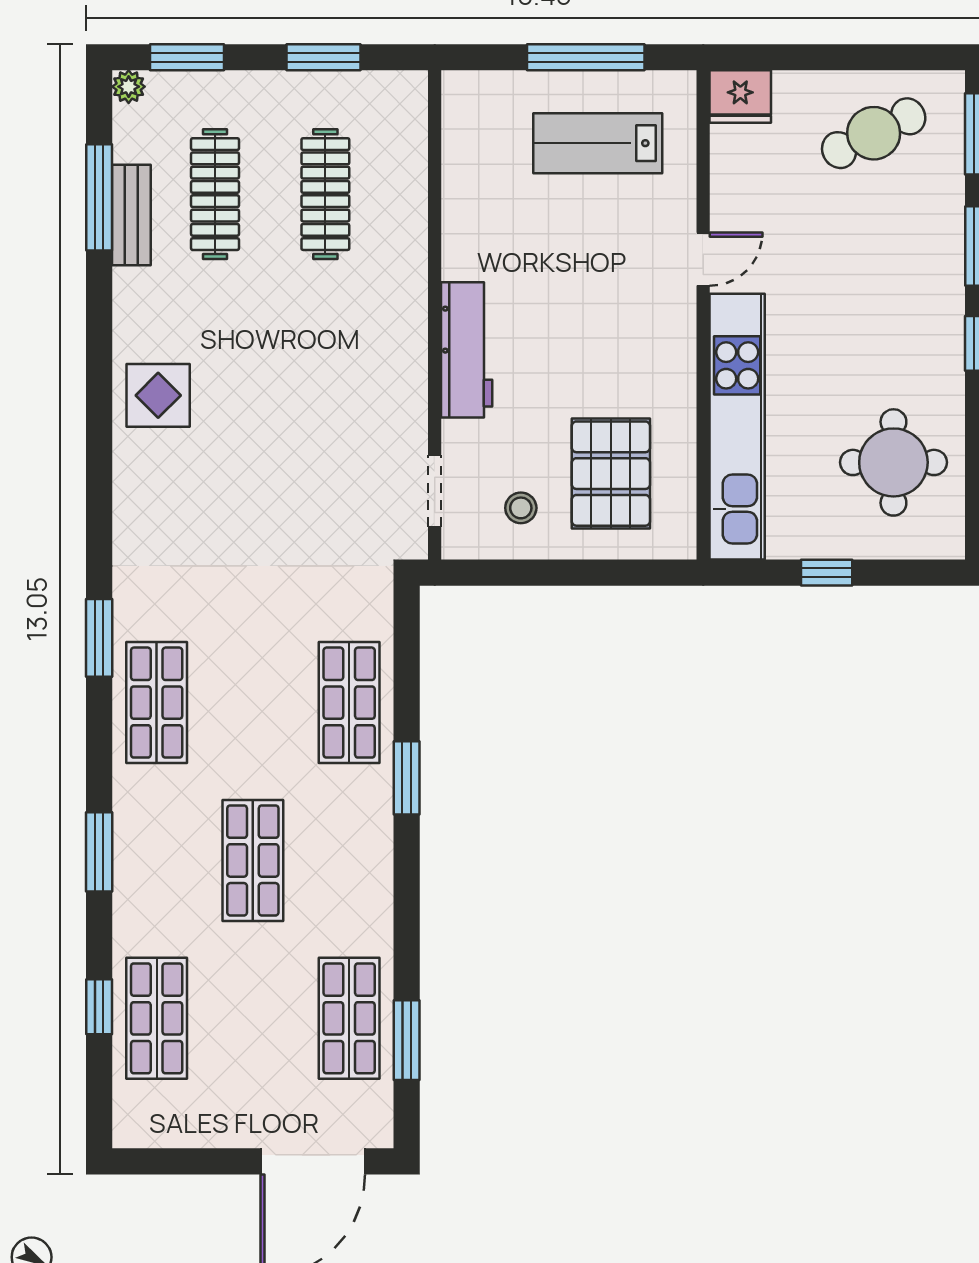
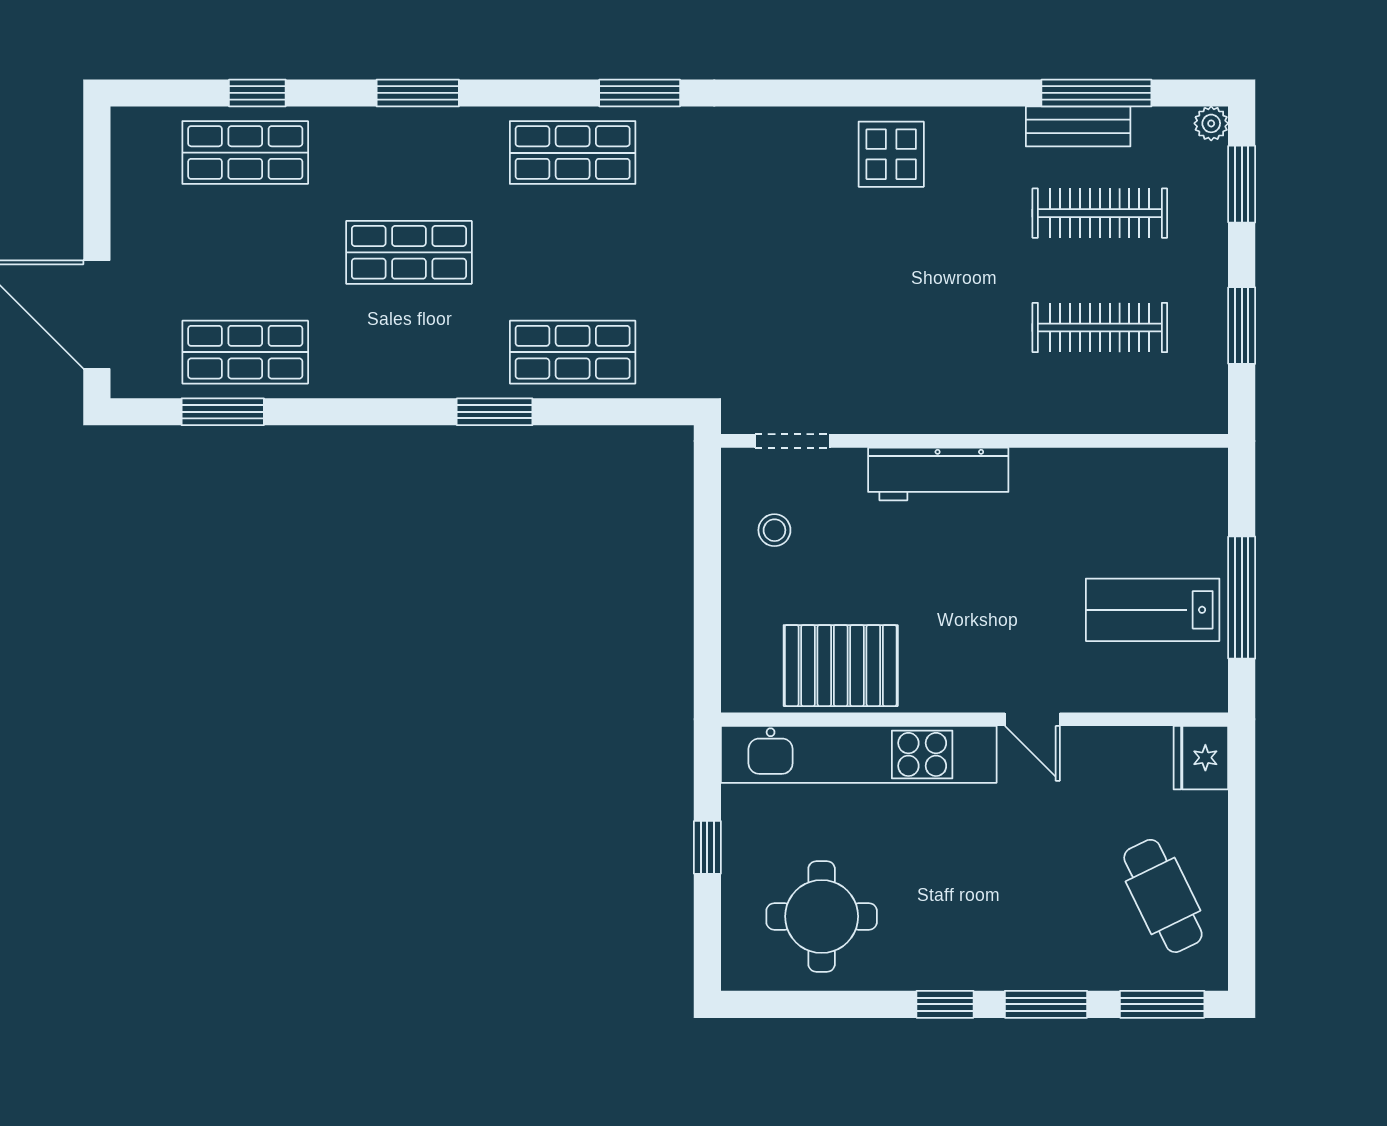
lab bench: (598, 143) -> (1153, 610), turned -90
pallet: (611, 474) -> (841, 666), moved

